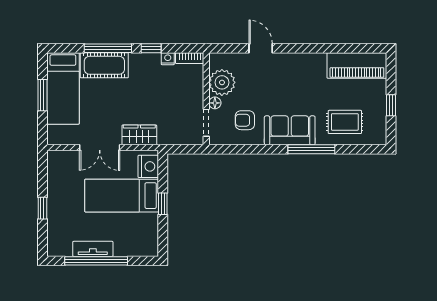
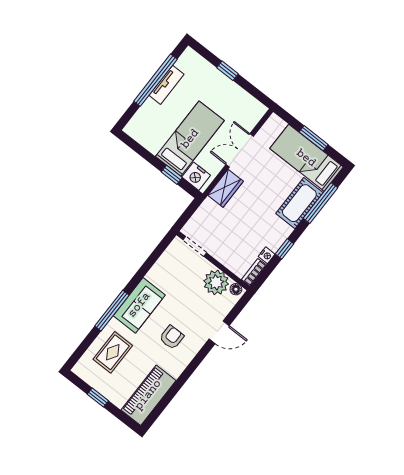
window: (108, 48) -> (320, 203), moved
floor lamp: (215, 103) -> (236, 289), moved
armchair: (245, 120) -> (172, 337), moved
window: (163, 204) -> (172, 175), moved

